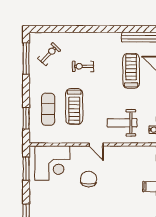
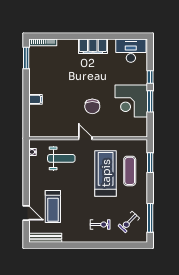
exercise bike: (83, 66) -> (100, 225), moved
treadmill: (74, 107) -> (106, 173), width x1.37, depth x1.38
corner desk: (52, 163) -> (131, 101), moved, turned -90
window: (26, 169) -> (150, 101), moved

